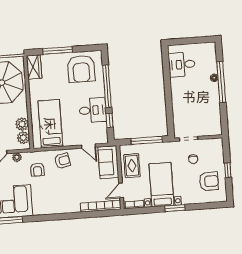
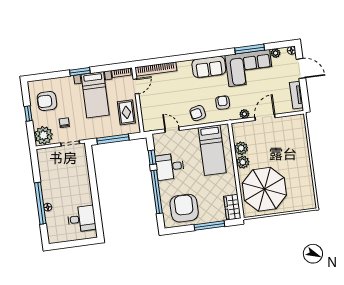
plant: (23, 138) -> (243, 162), moved
plant: (214, 148) -> (43, 135), added
sofa: (108, 162) -> (209, 67), moved, turned 90

